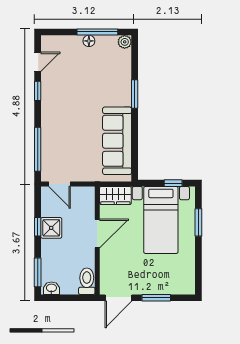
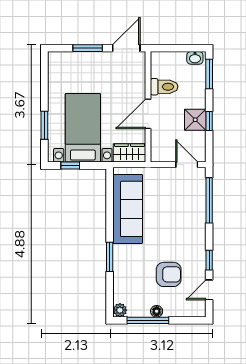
armchair: (77, 77) -> (169, 274), added
toilet: (87, 281) -> (164, 87), moved, turned -90

